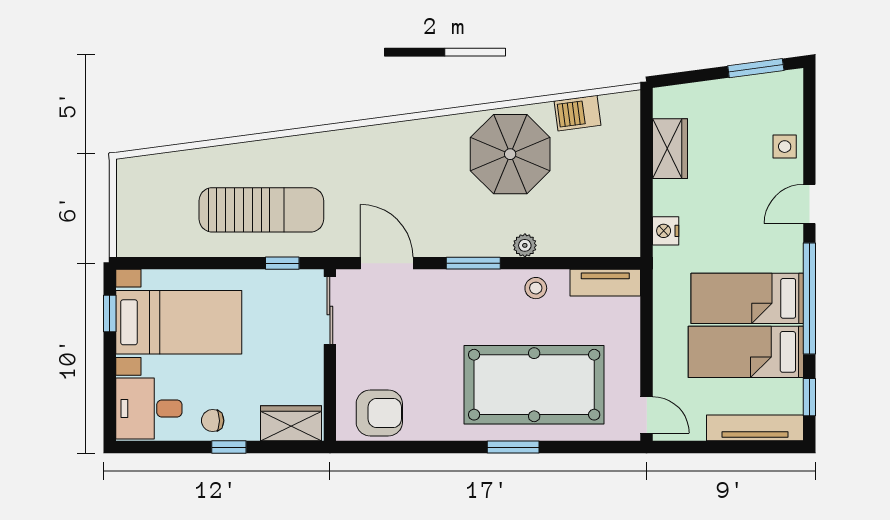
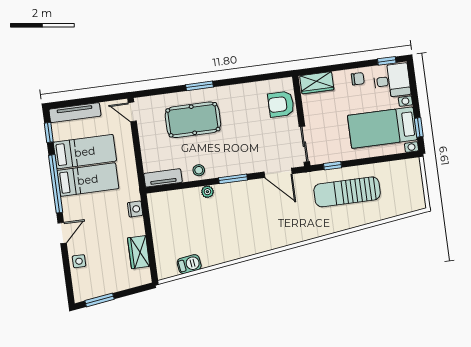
parasol: (510, 154) -> (221, 238), removed
pool table: (534, 385) -> (193, 120), width x0.73, depth x0.76
armchair: (379, 413) -> (281, 104), moved
window: (229, 447) -> (387, 61), moved

